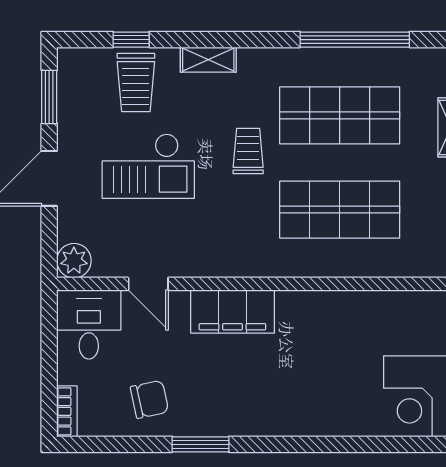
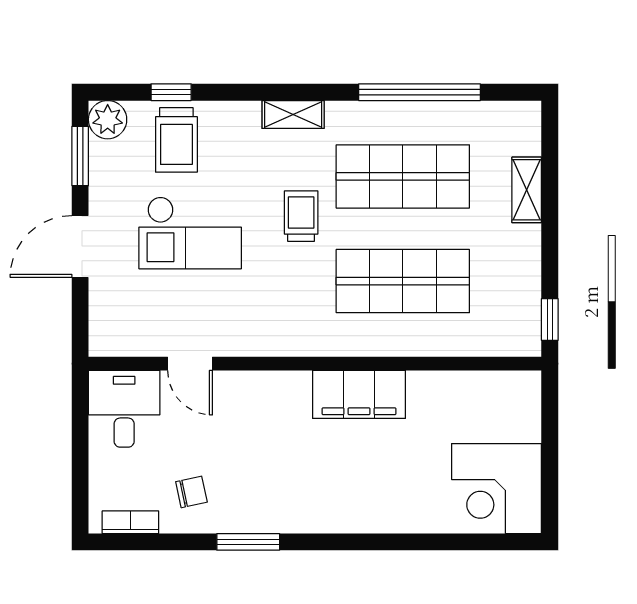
shelving: (208, 60) -> (293, 114), moved
plant: (74, 261) -> (108, 120), moved
filing cabinet: (232, 312) -> (359, 394), moved
chair: (149, 399) -> (191, 492), width x0.73, depth x0.73
bookcase: (67, 411) -> (130, 522), moved, turned -90

